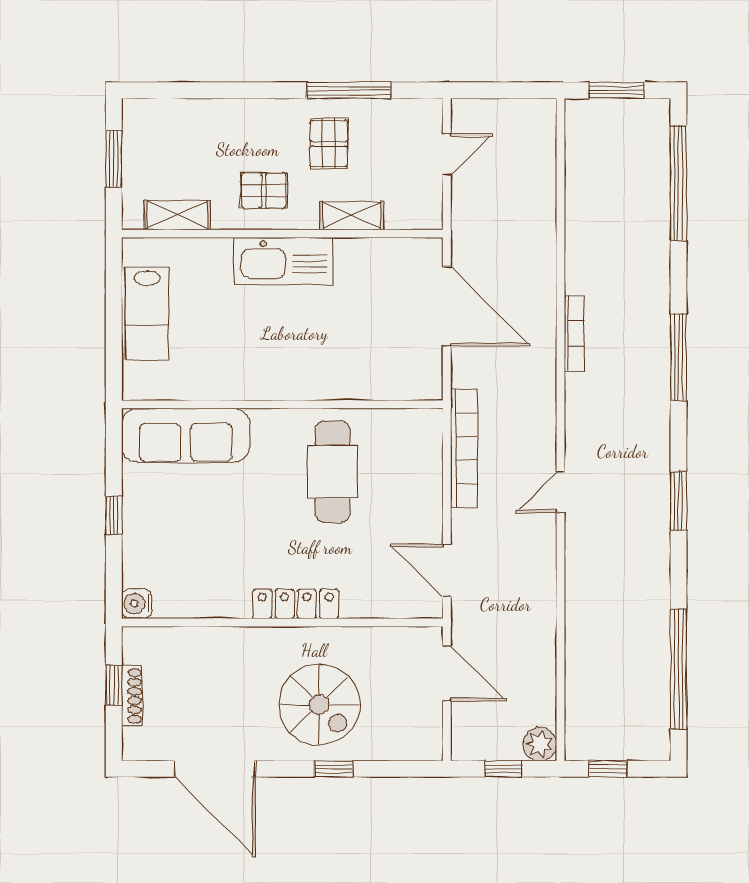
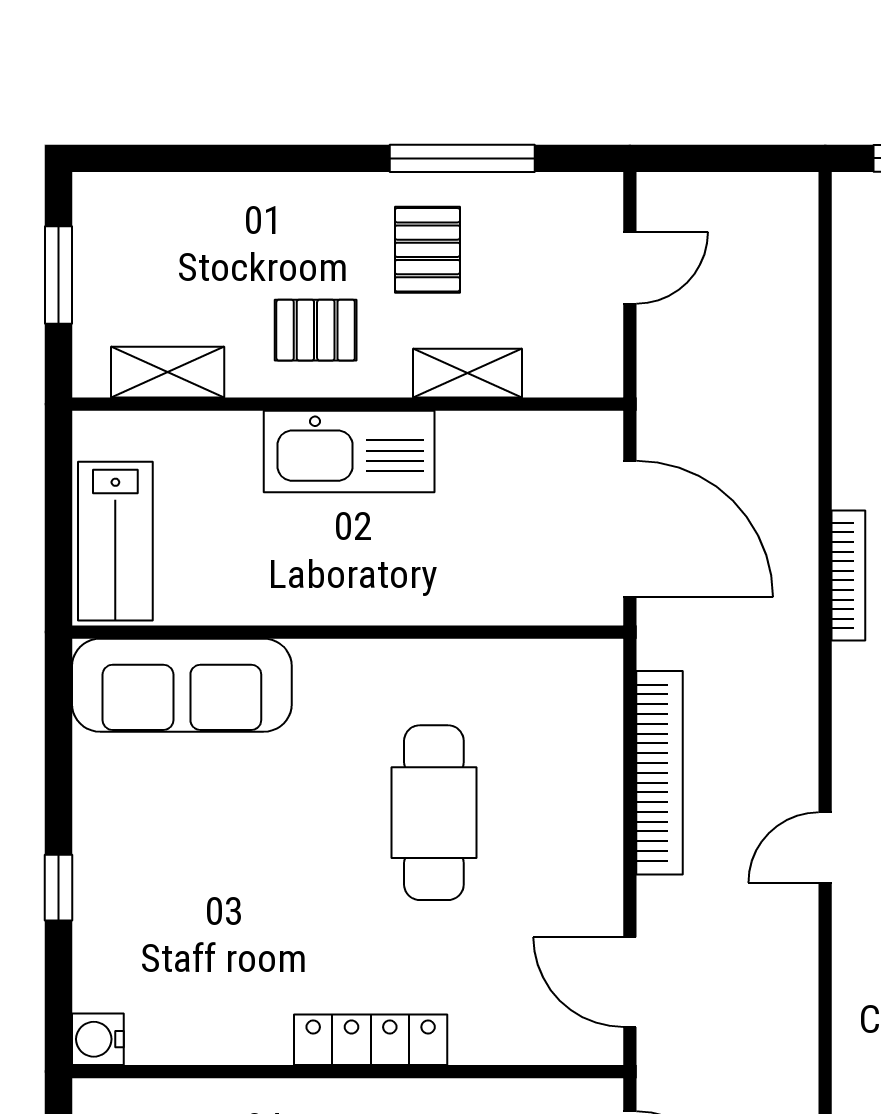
wall: (282, 404) -> (348, 632), moved
sofa: (186, 435) -> (182, 685), moved

